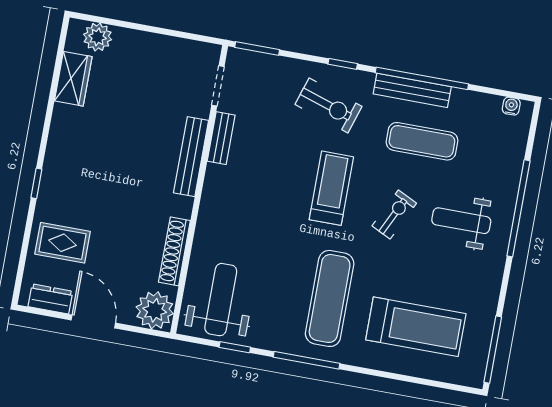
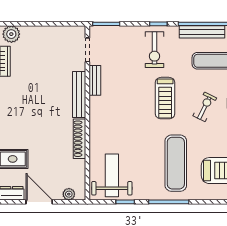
exercise bike: (329, 105) -> (154, 50), turned 72
treadmill: (331, 188) -> (165, 98), turned 180
shoe rack: (174, 251) -> (79, 139), moved
plant: (155, 310) -> (69, 194), width x0.53, depth x0.53

